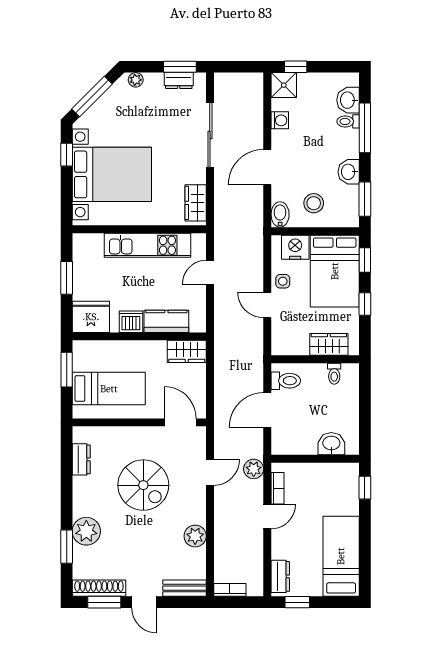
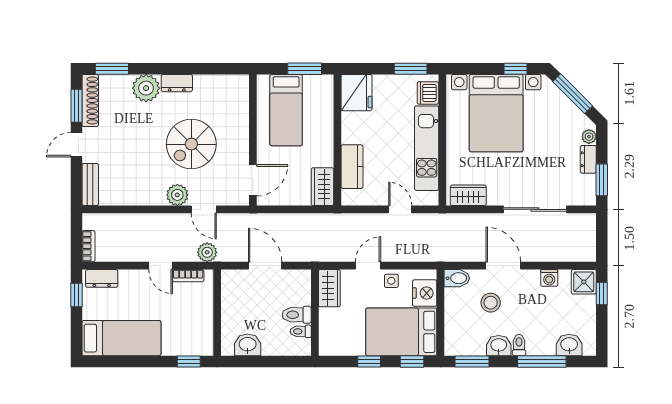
dresser: (179, 81) -> (588, 159), moved
toilet: (348, 121) -> (519, 345), moved
stool: (314, 203) -> (491, 303), moved
window: (67, 278) -> (411, 69), moved
dishwasher: (131, 322) -> (428, 93), moved, turned 180
wardrobe: (329, 344) -> (329, 288), moved
toilet: (286, 381) -> (297, 315), moved, turned 90
washbasin: (331, 444) -> (248, 345), moved, turned -90
dresser: (81, 459) -> (177, 83), moved
plant: (195, 536) -> (177, 195), moved
window: (67, 547) -> (112, 69), moved
bookcase: (230, 590) -> (88, 246), moved

